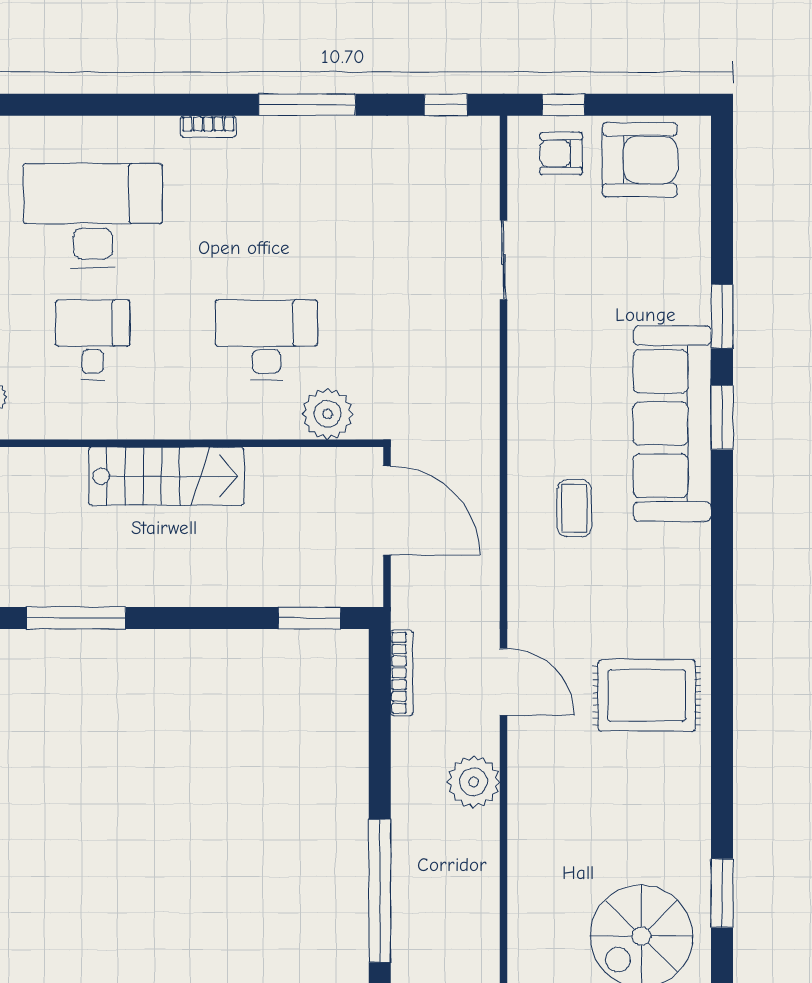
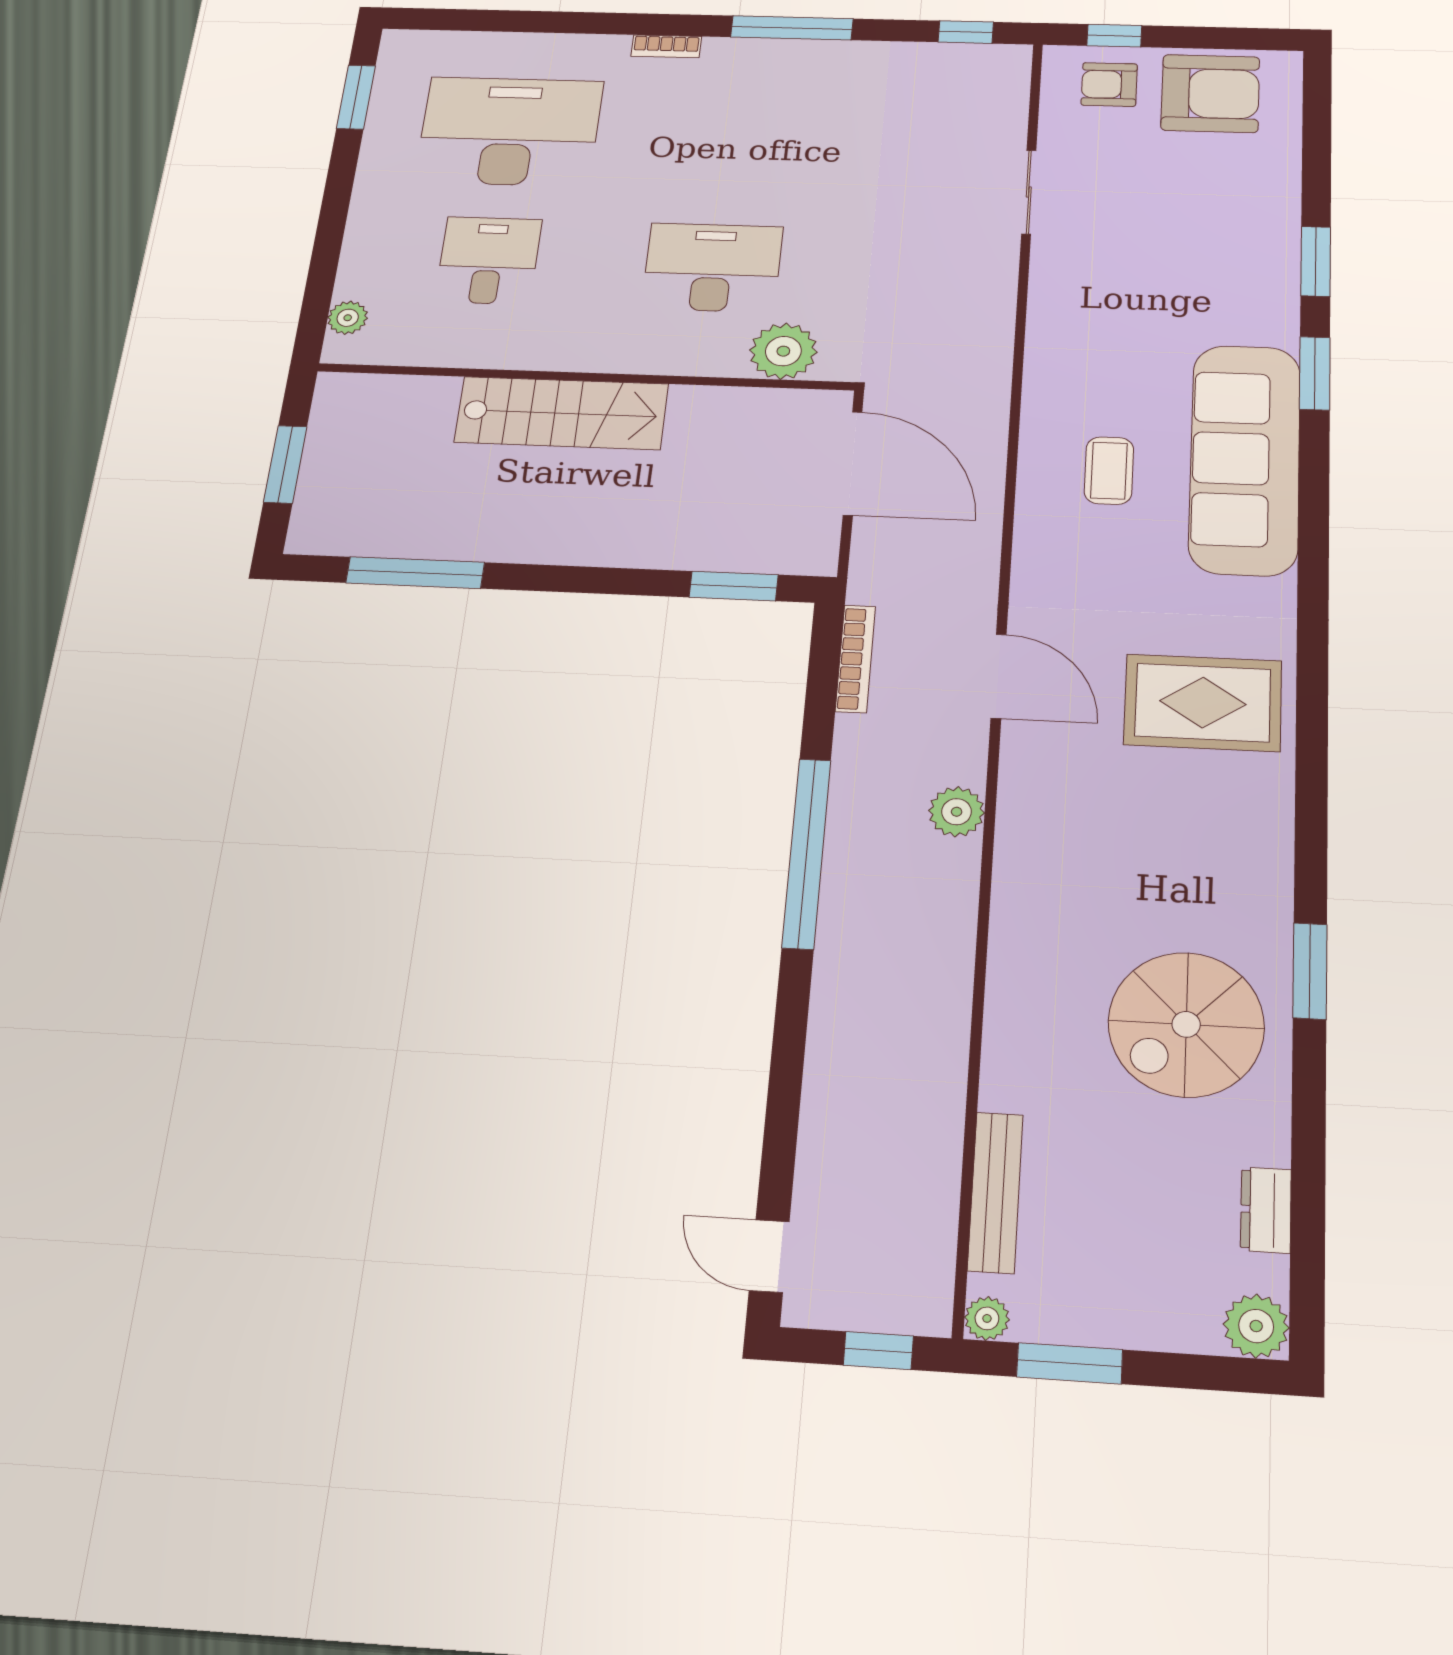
sofa: (672, 424) -> (1245, 459), moved
plant: (473, 782) -> (957, 812), width x0.73, depth x0.73
window: (380, 891) -> (807, 853), moved

